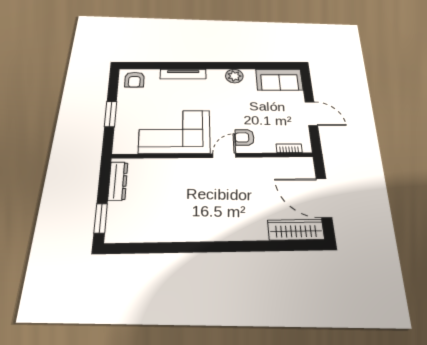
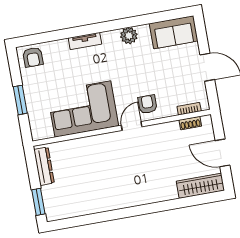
tv unit: (183, 74) -> (85, 41), width x0.71
armchair: (245, 137) -> (147, 104), turned 90
shoe rack: (289, 162) -> (190, 123), added
door: (324, 198) -> (222, 153), width x0.73

